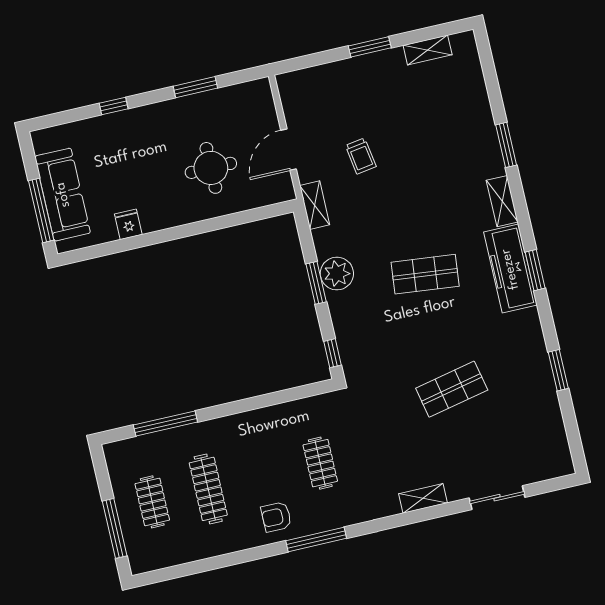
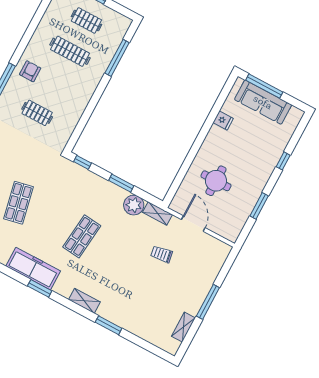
window: (370, 47) -> (208, 302), width x1.44
freezer: (510, 269) -> (33, 269), moved
plant: (337, 274) -> (134, 205), moved

